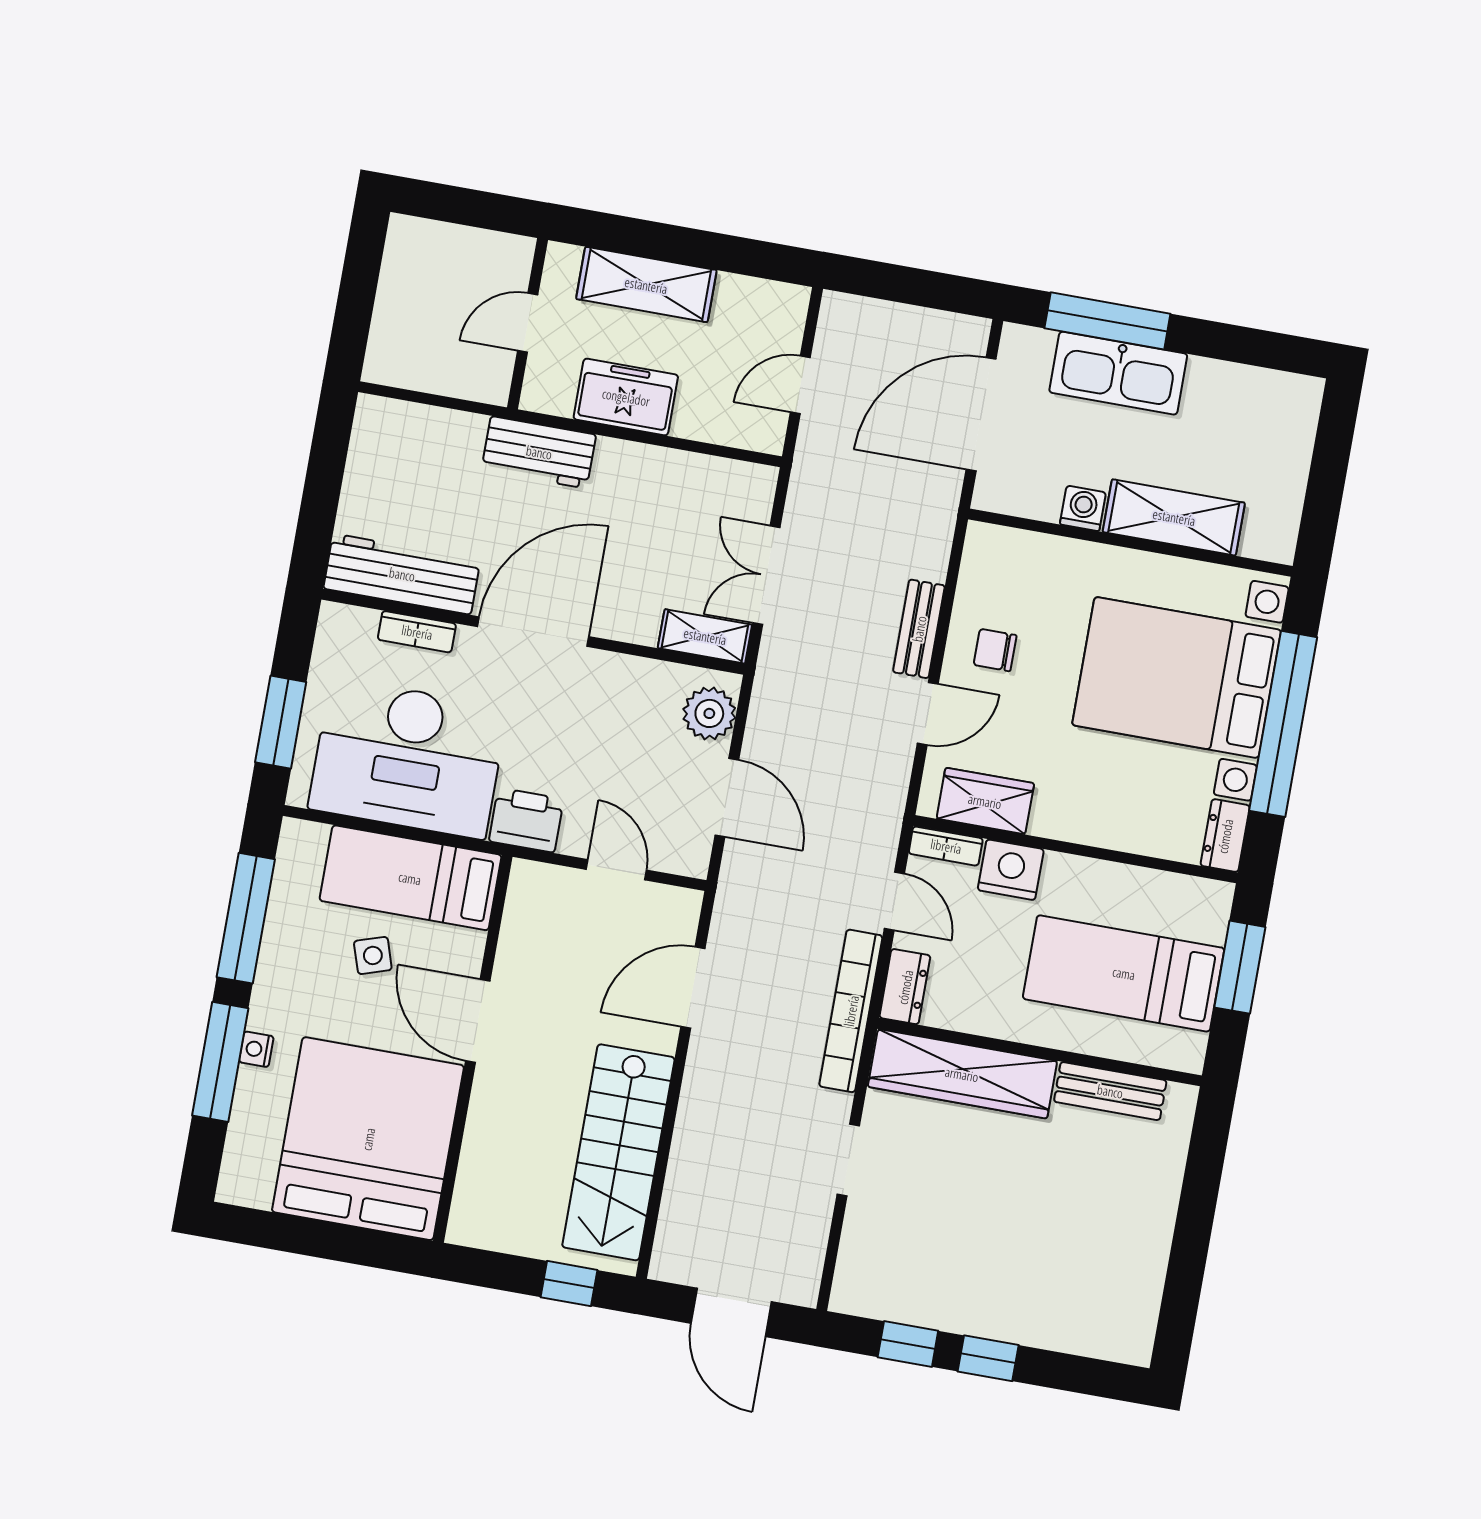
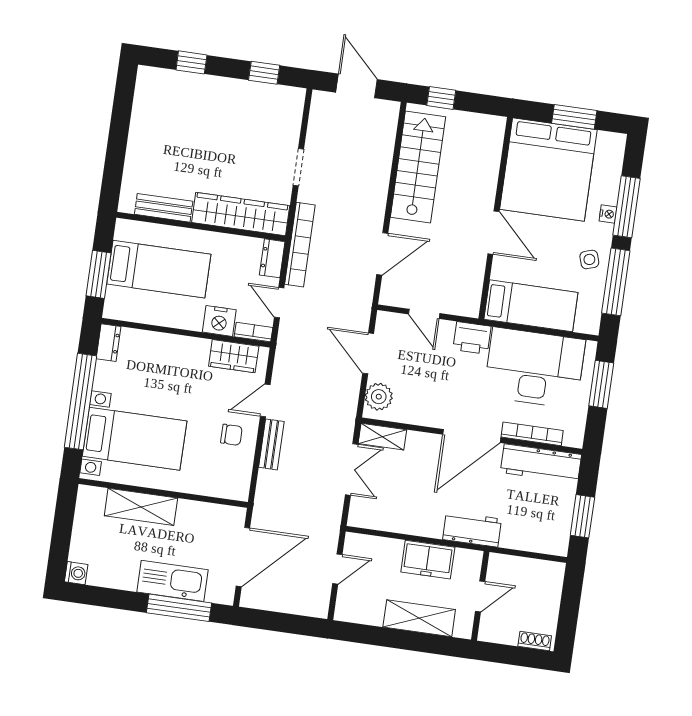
shoe rack: (426, 233) -> (535, 641), added
window: (326, 470) -> (582, 516), added
washing machine: (1083, 508) -> (76, 573), moved, turned -90
bookcase: (417, 632) -> (532, 434), width x1.56
bed with nightstands: (1177, 677) -> (135, 439), width x0.73
side table: (373, 955) -> (589, 259), moved
window: (315, 1238) -> (574, 117), added
window: (988, 1358) -> (191, 62), moved

